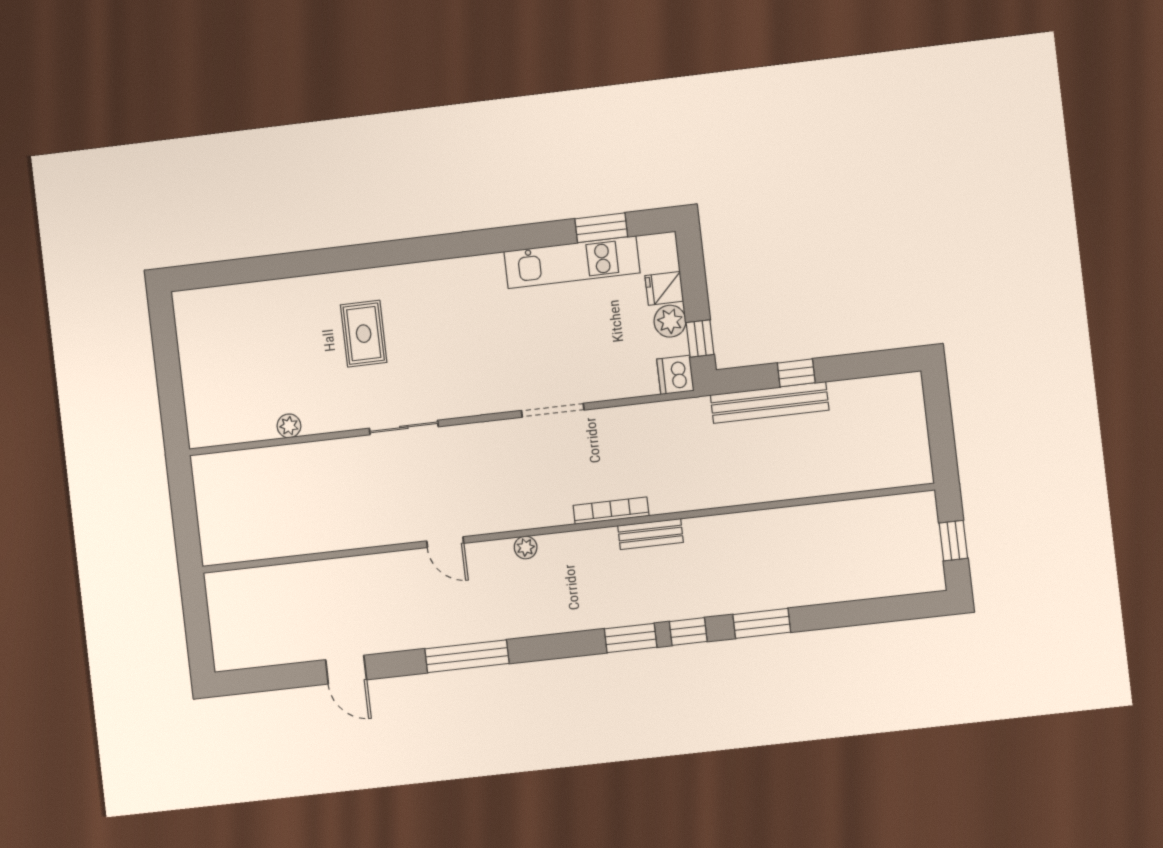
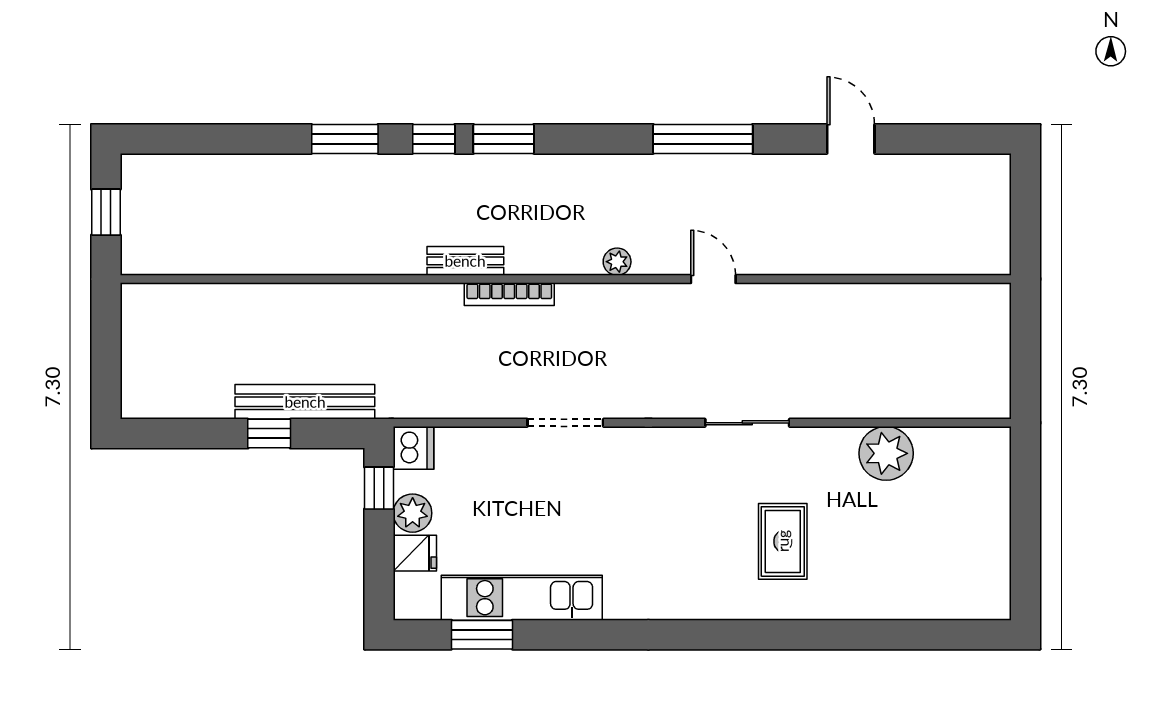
plant: (289, 426) -> (886, 453), width x1.88, depth x1.88

